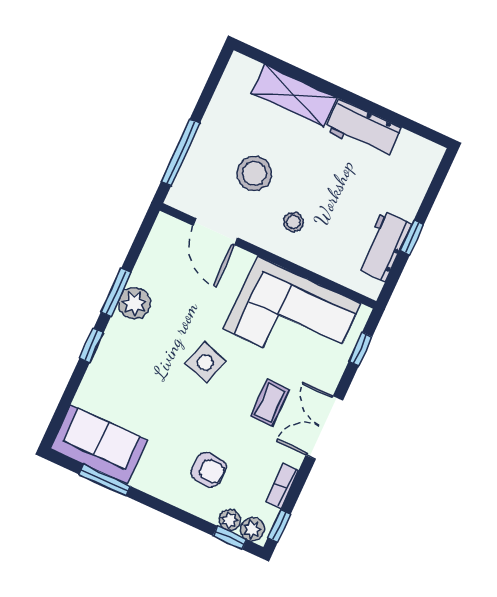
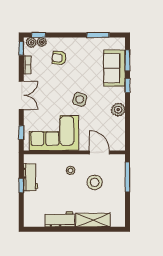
window: (116, 293) -> (127, 60), moved
coffee table: (270, 403) -> (47, 95), removed
sofa: (99, 444) -> (114, 68), moved, turned 90

